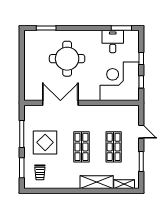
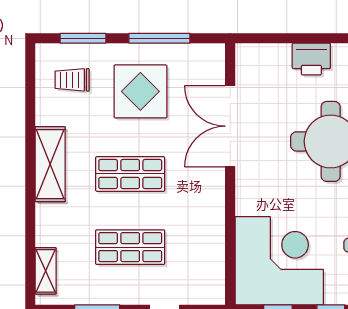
printer: (31, 67) -> (311, 59), added
double door: (60, 103) -> (230, 126), swing flipped
shelving: (97, 182) -> (50, 164), moved

